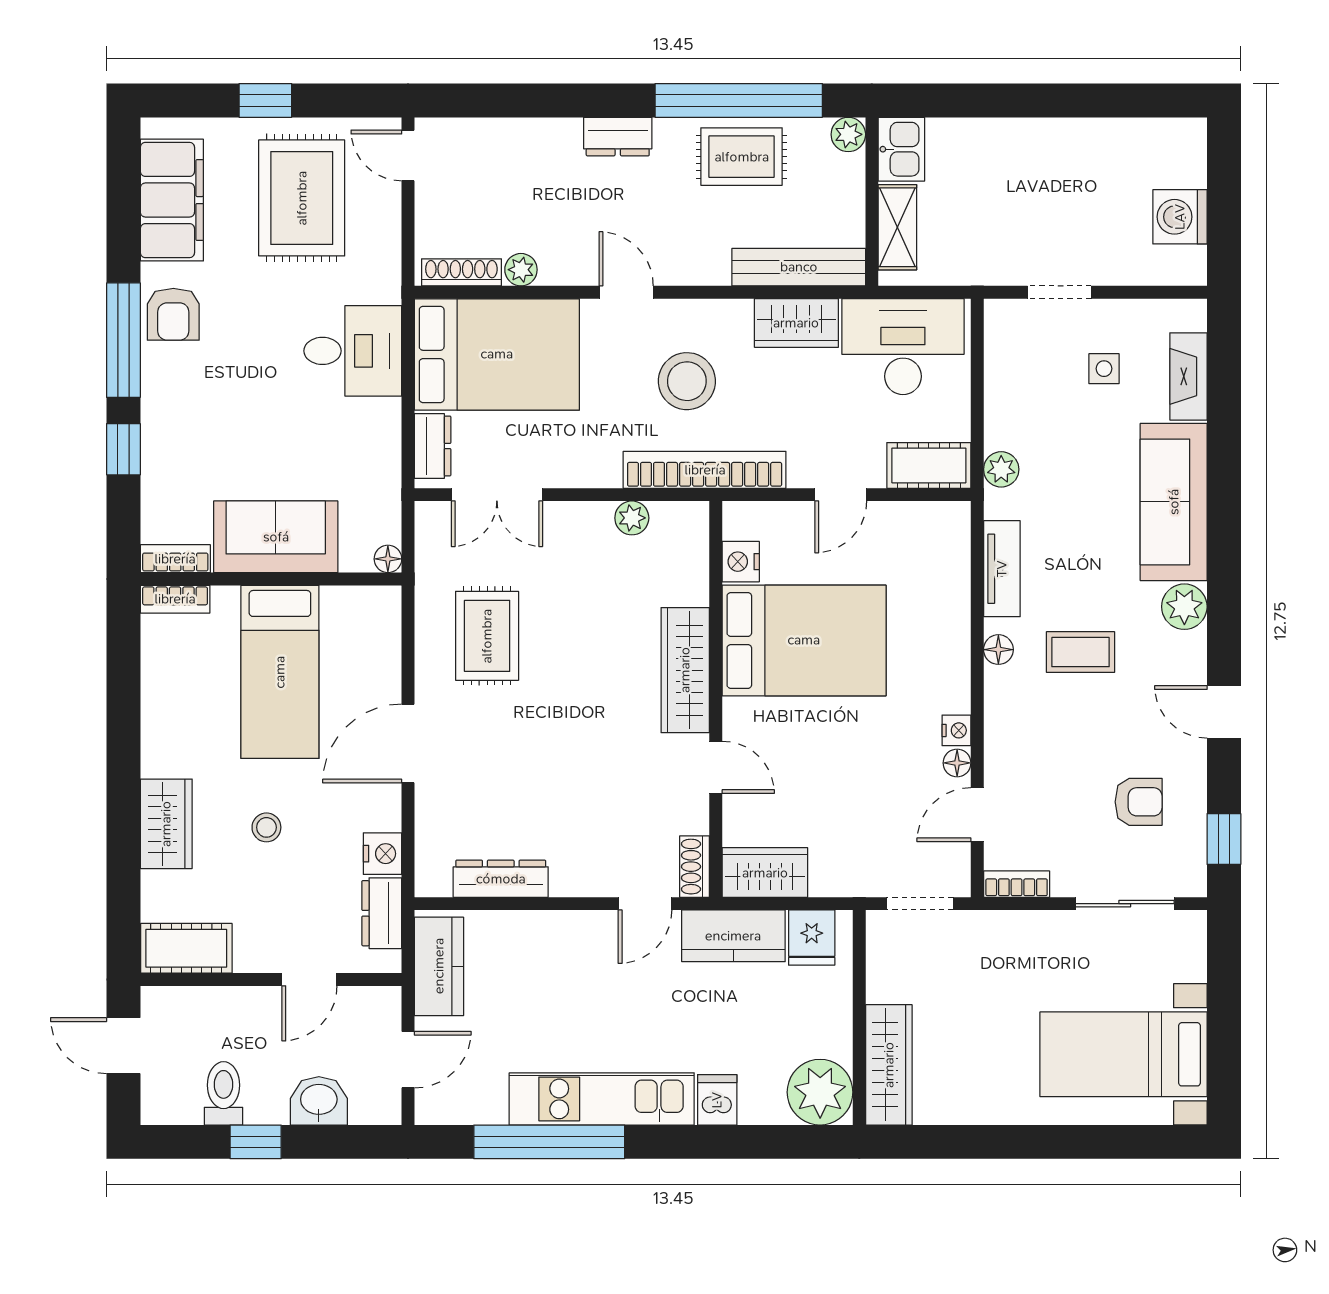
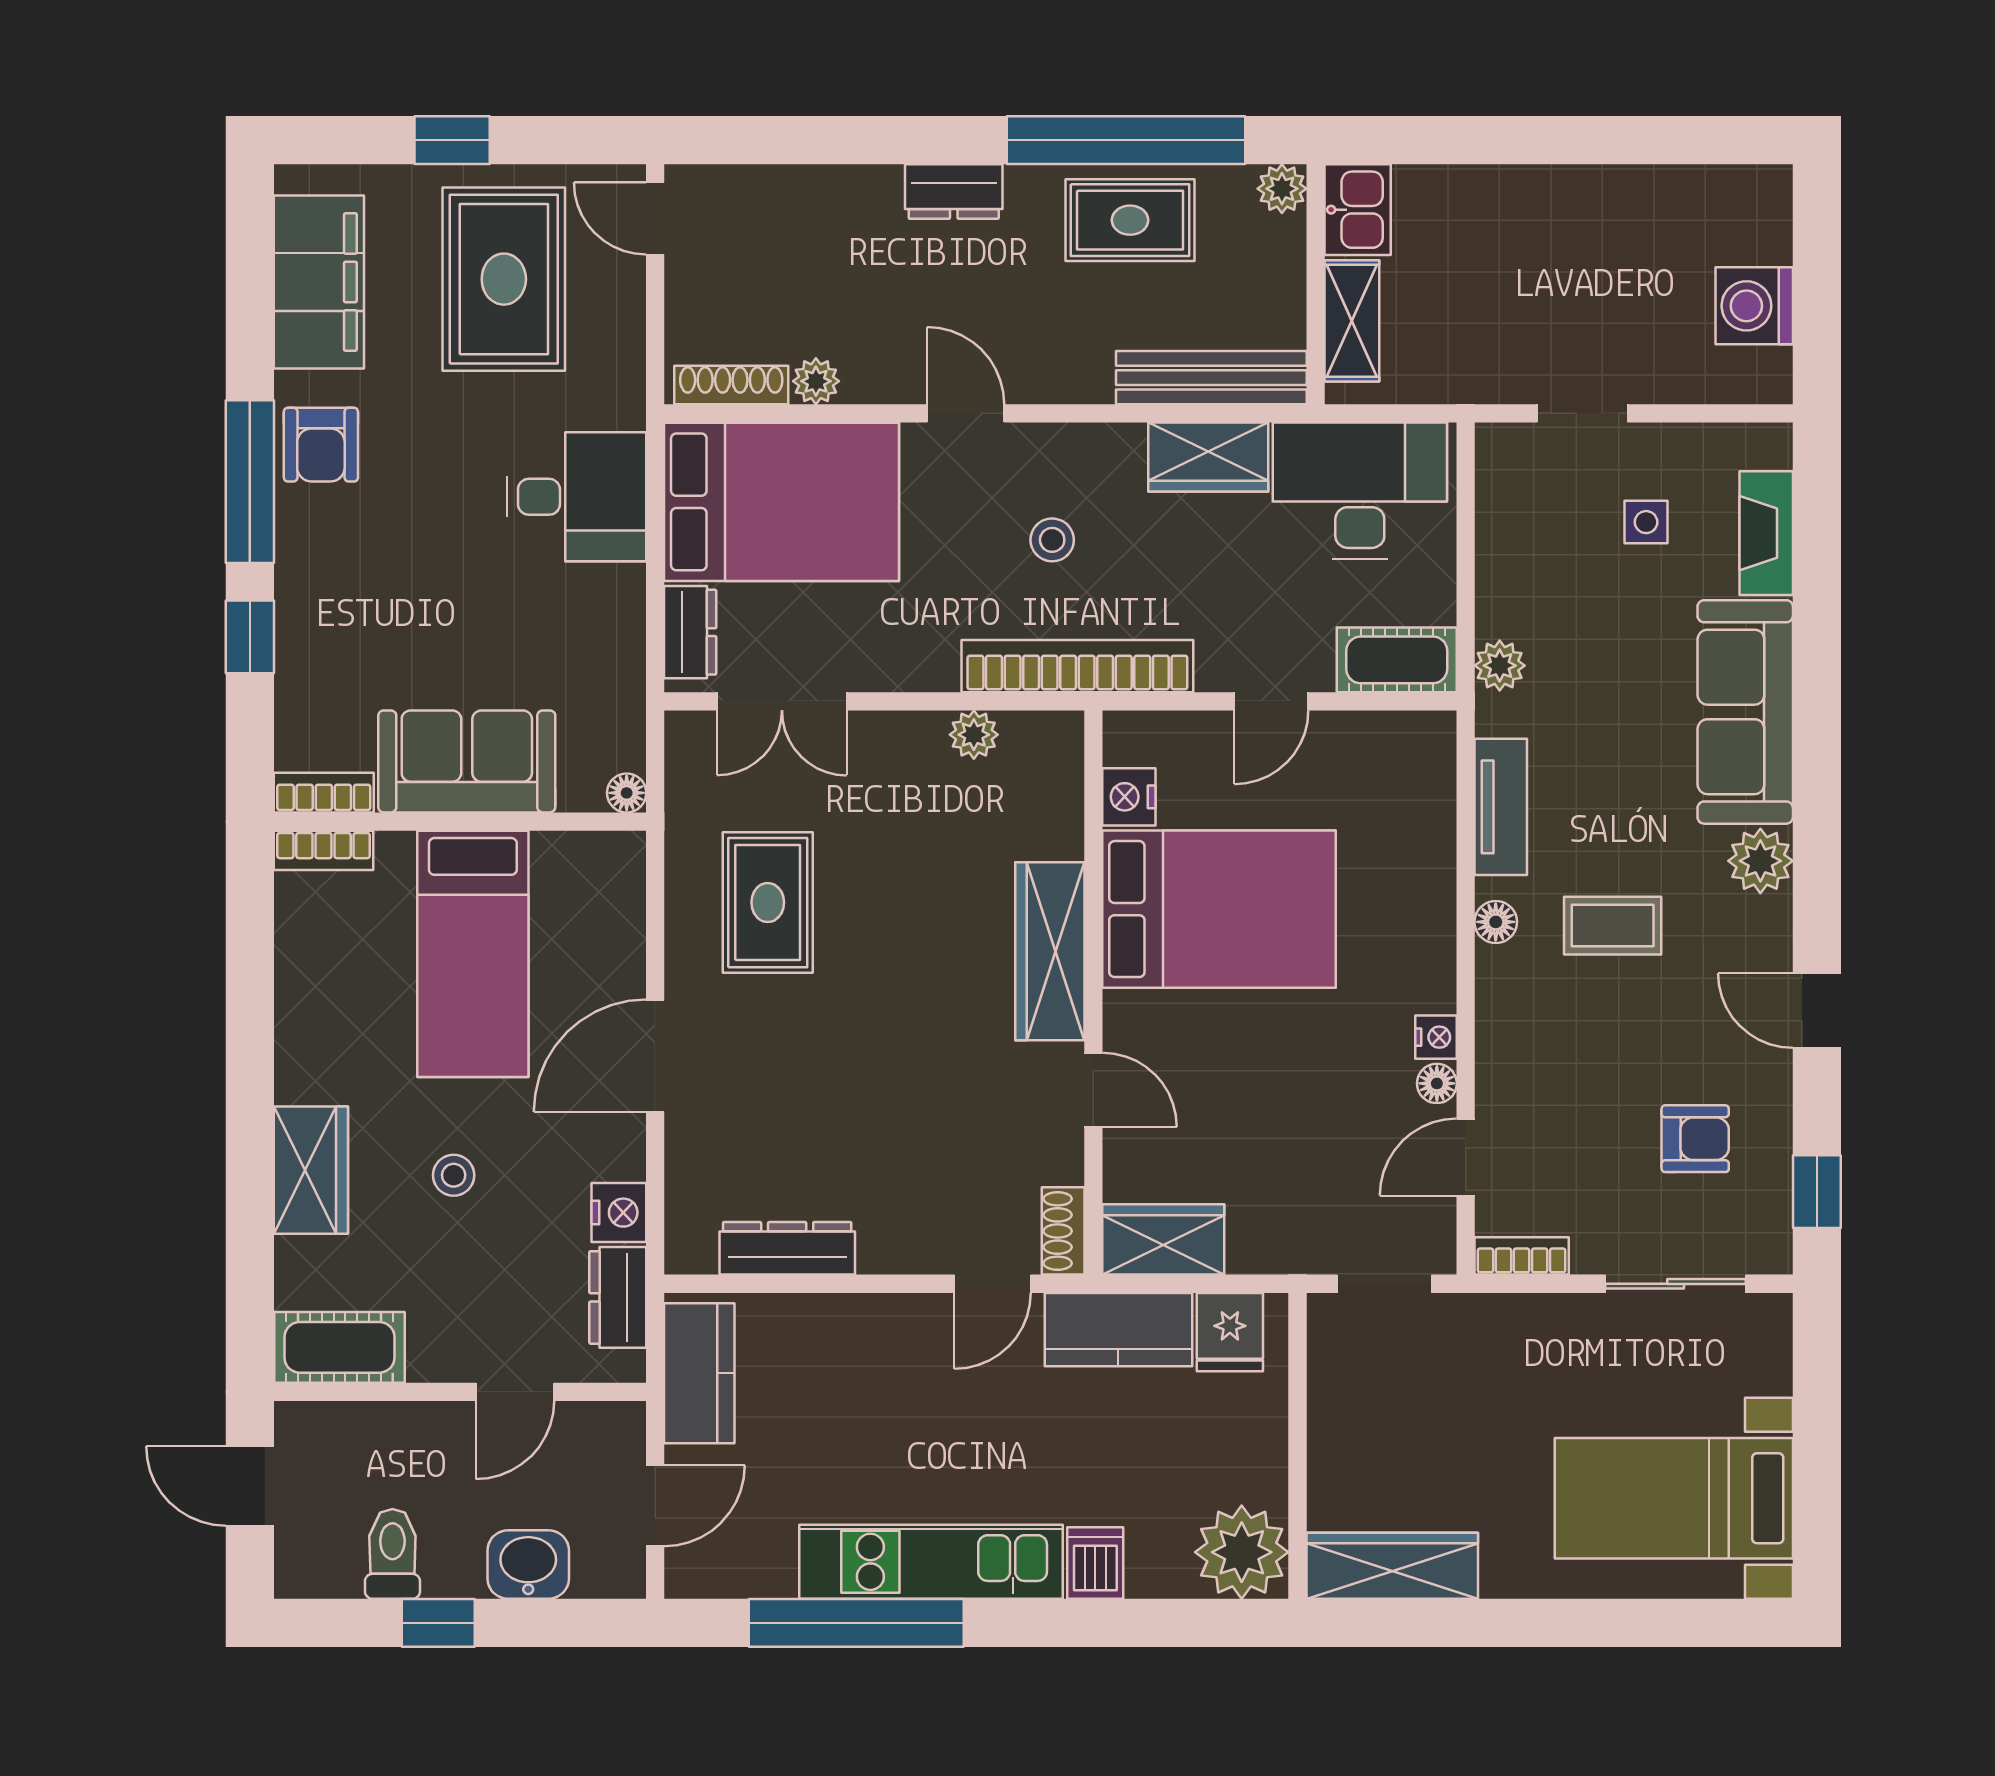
stool: (687, 381) -> (1052, 540), width x0.53, depth x0.53
wardrobe: (889, 1065) -> (1392, 1566), moved, turned -90

